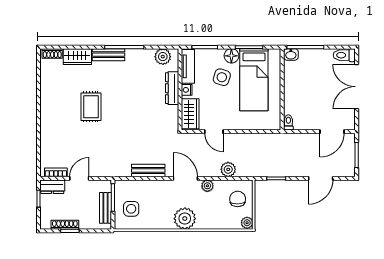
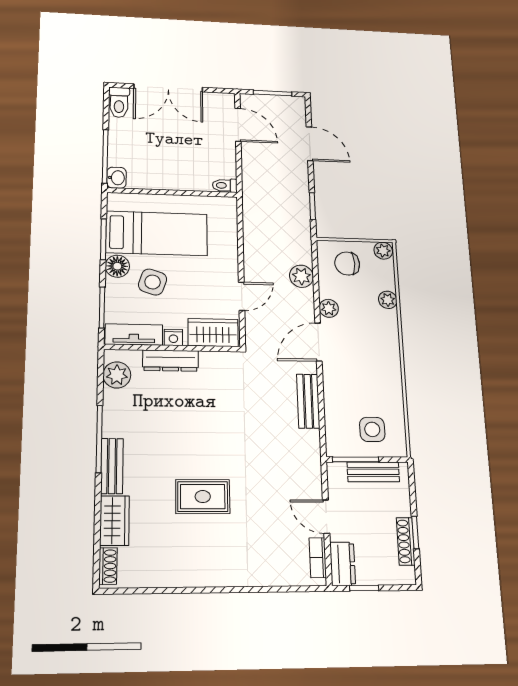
plant: (185, 219) -> (388, 300), moved, width x0.53, depth x0.53

